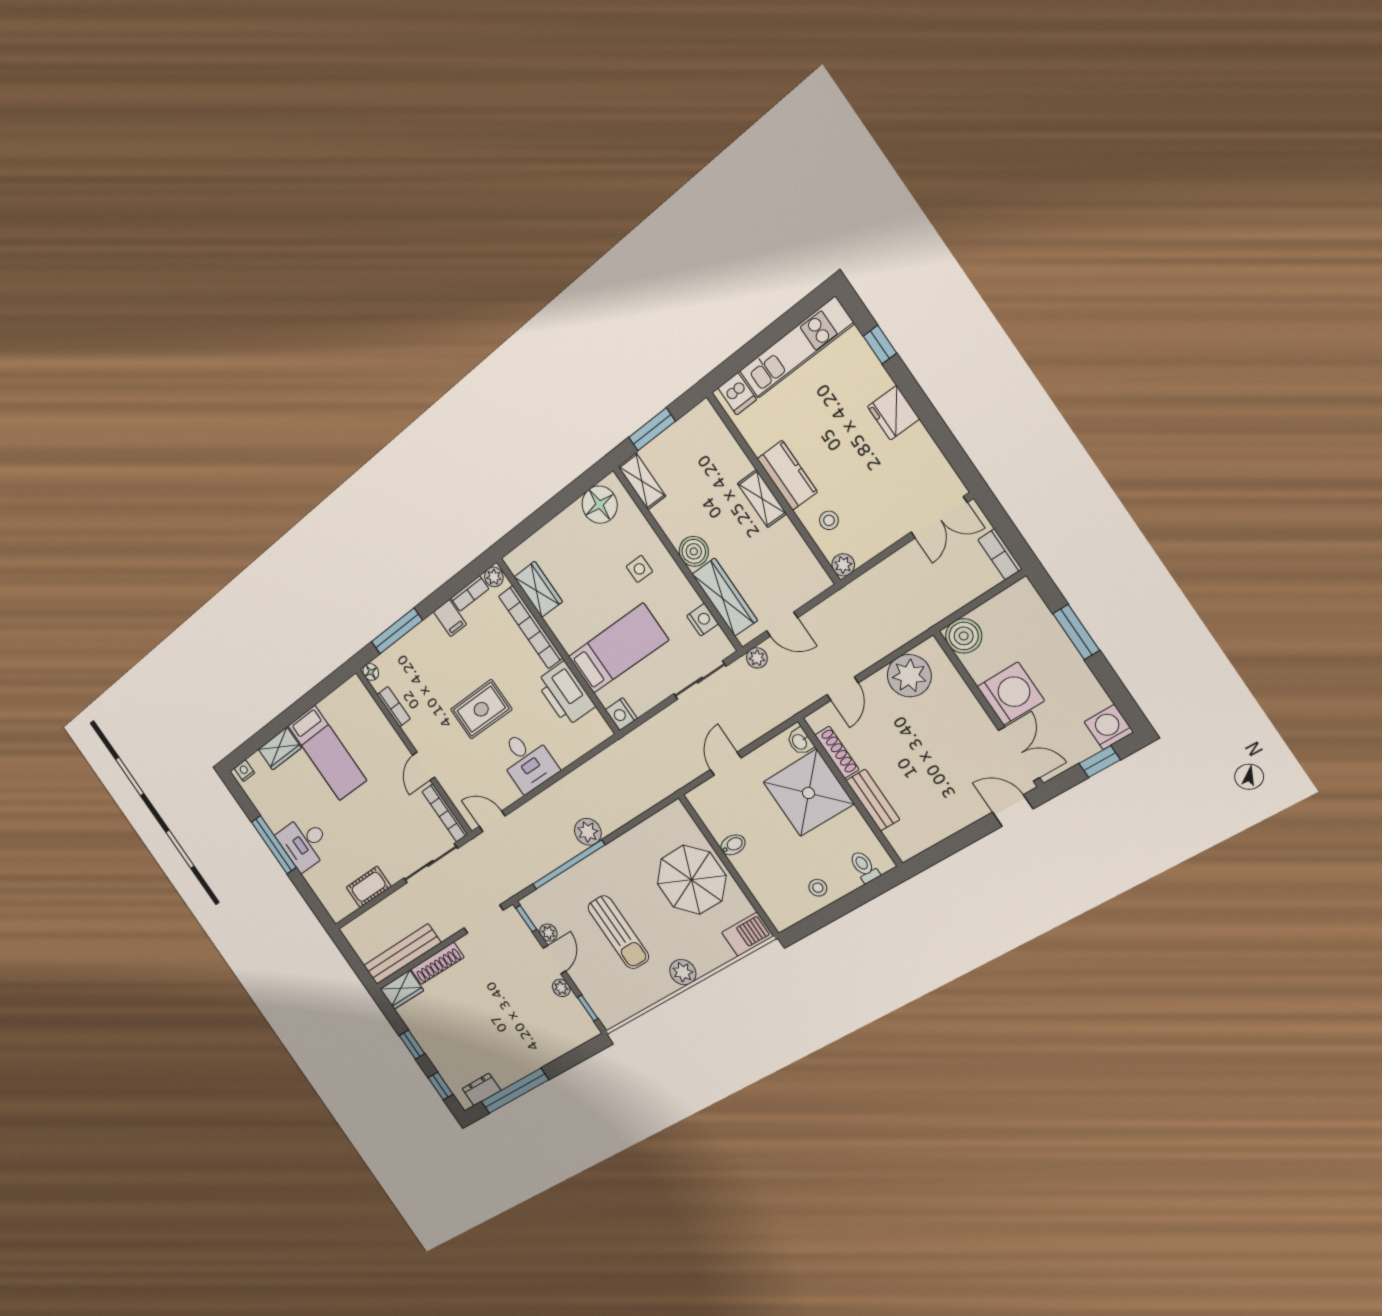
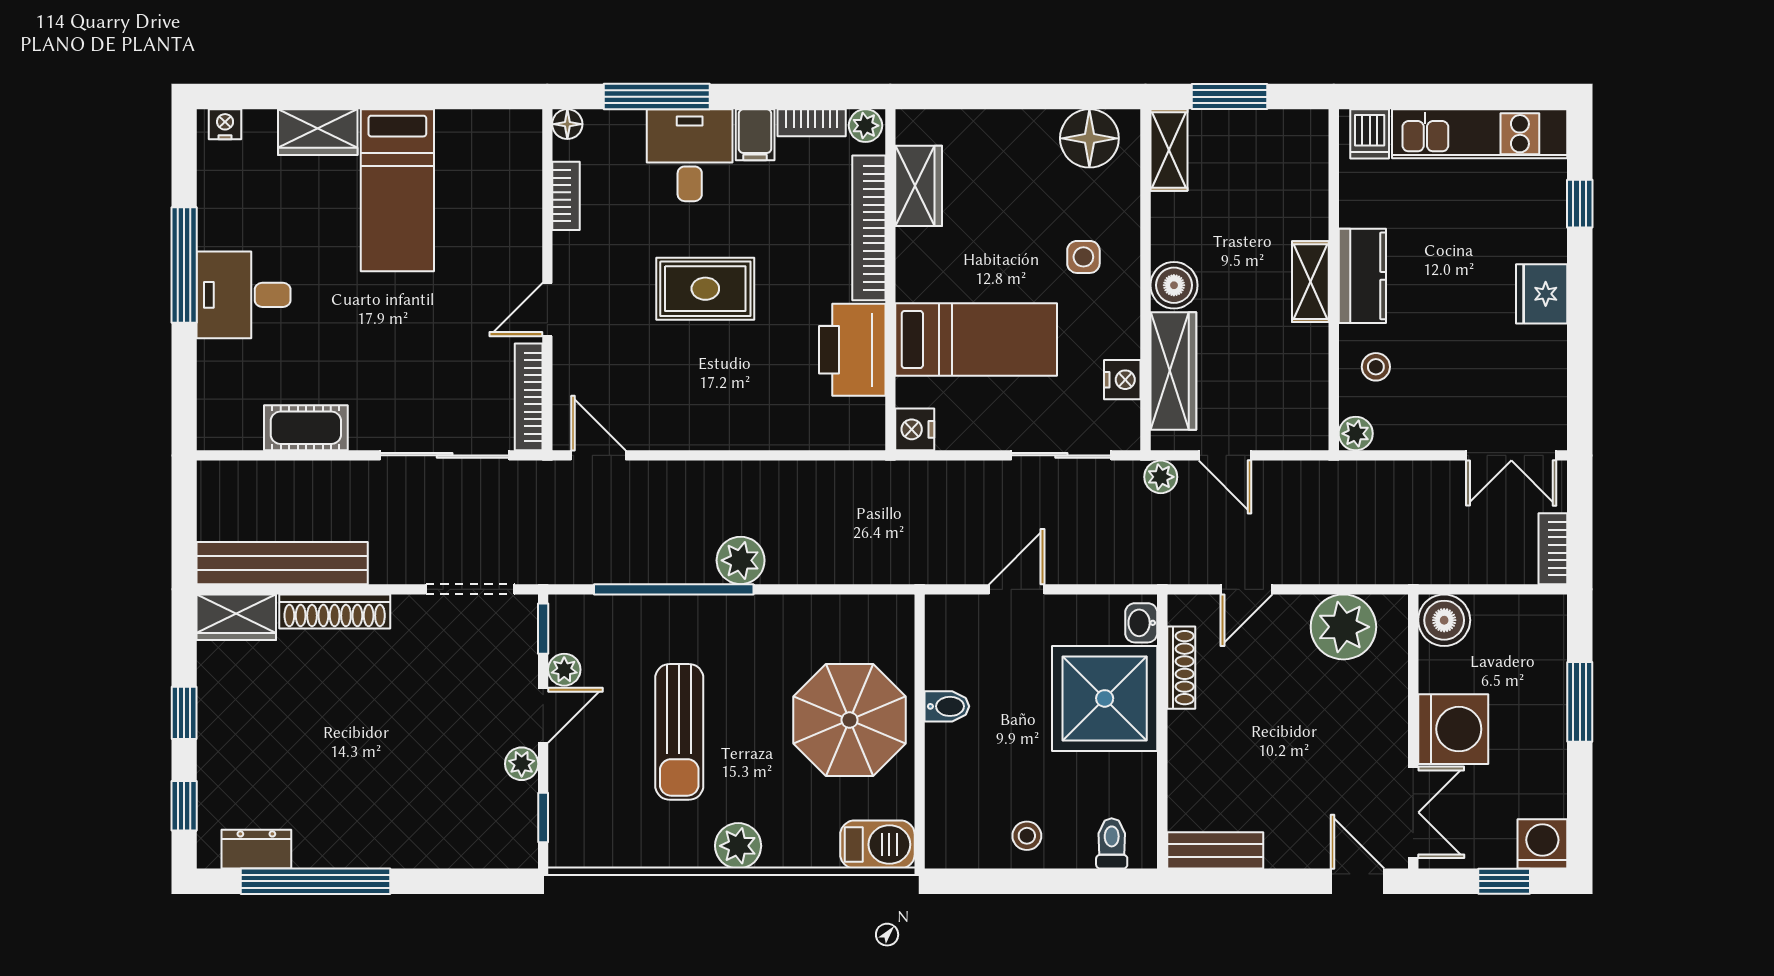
desk: (527, 761) -> (690, 155), moved, turned 180
bench: (873, 800) -> (1215, 850), moved, turned 90

